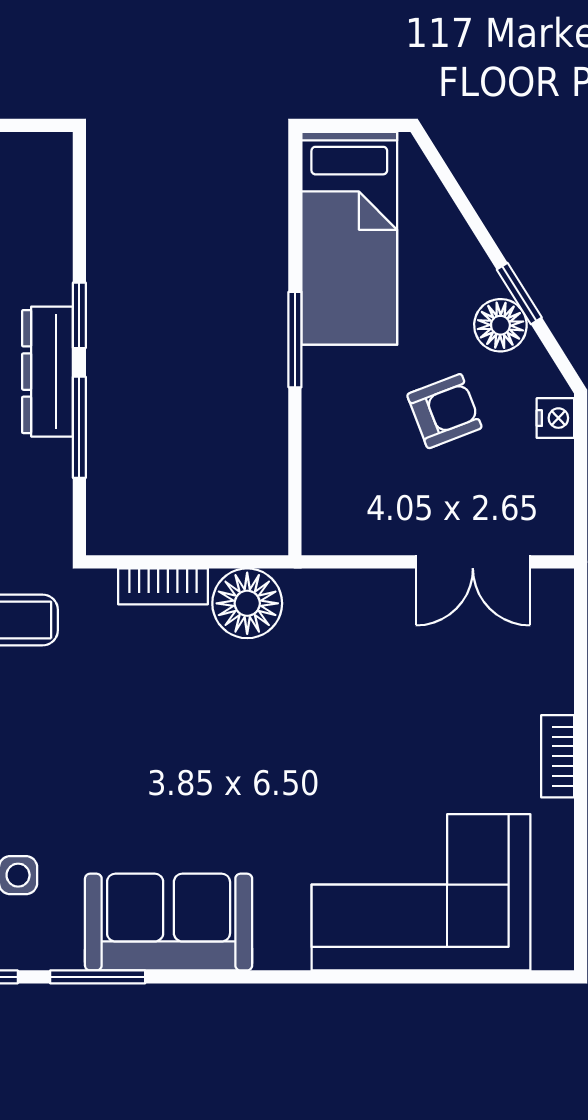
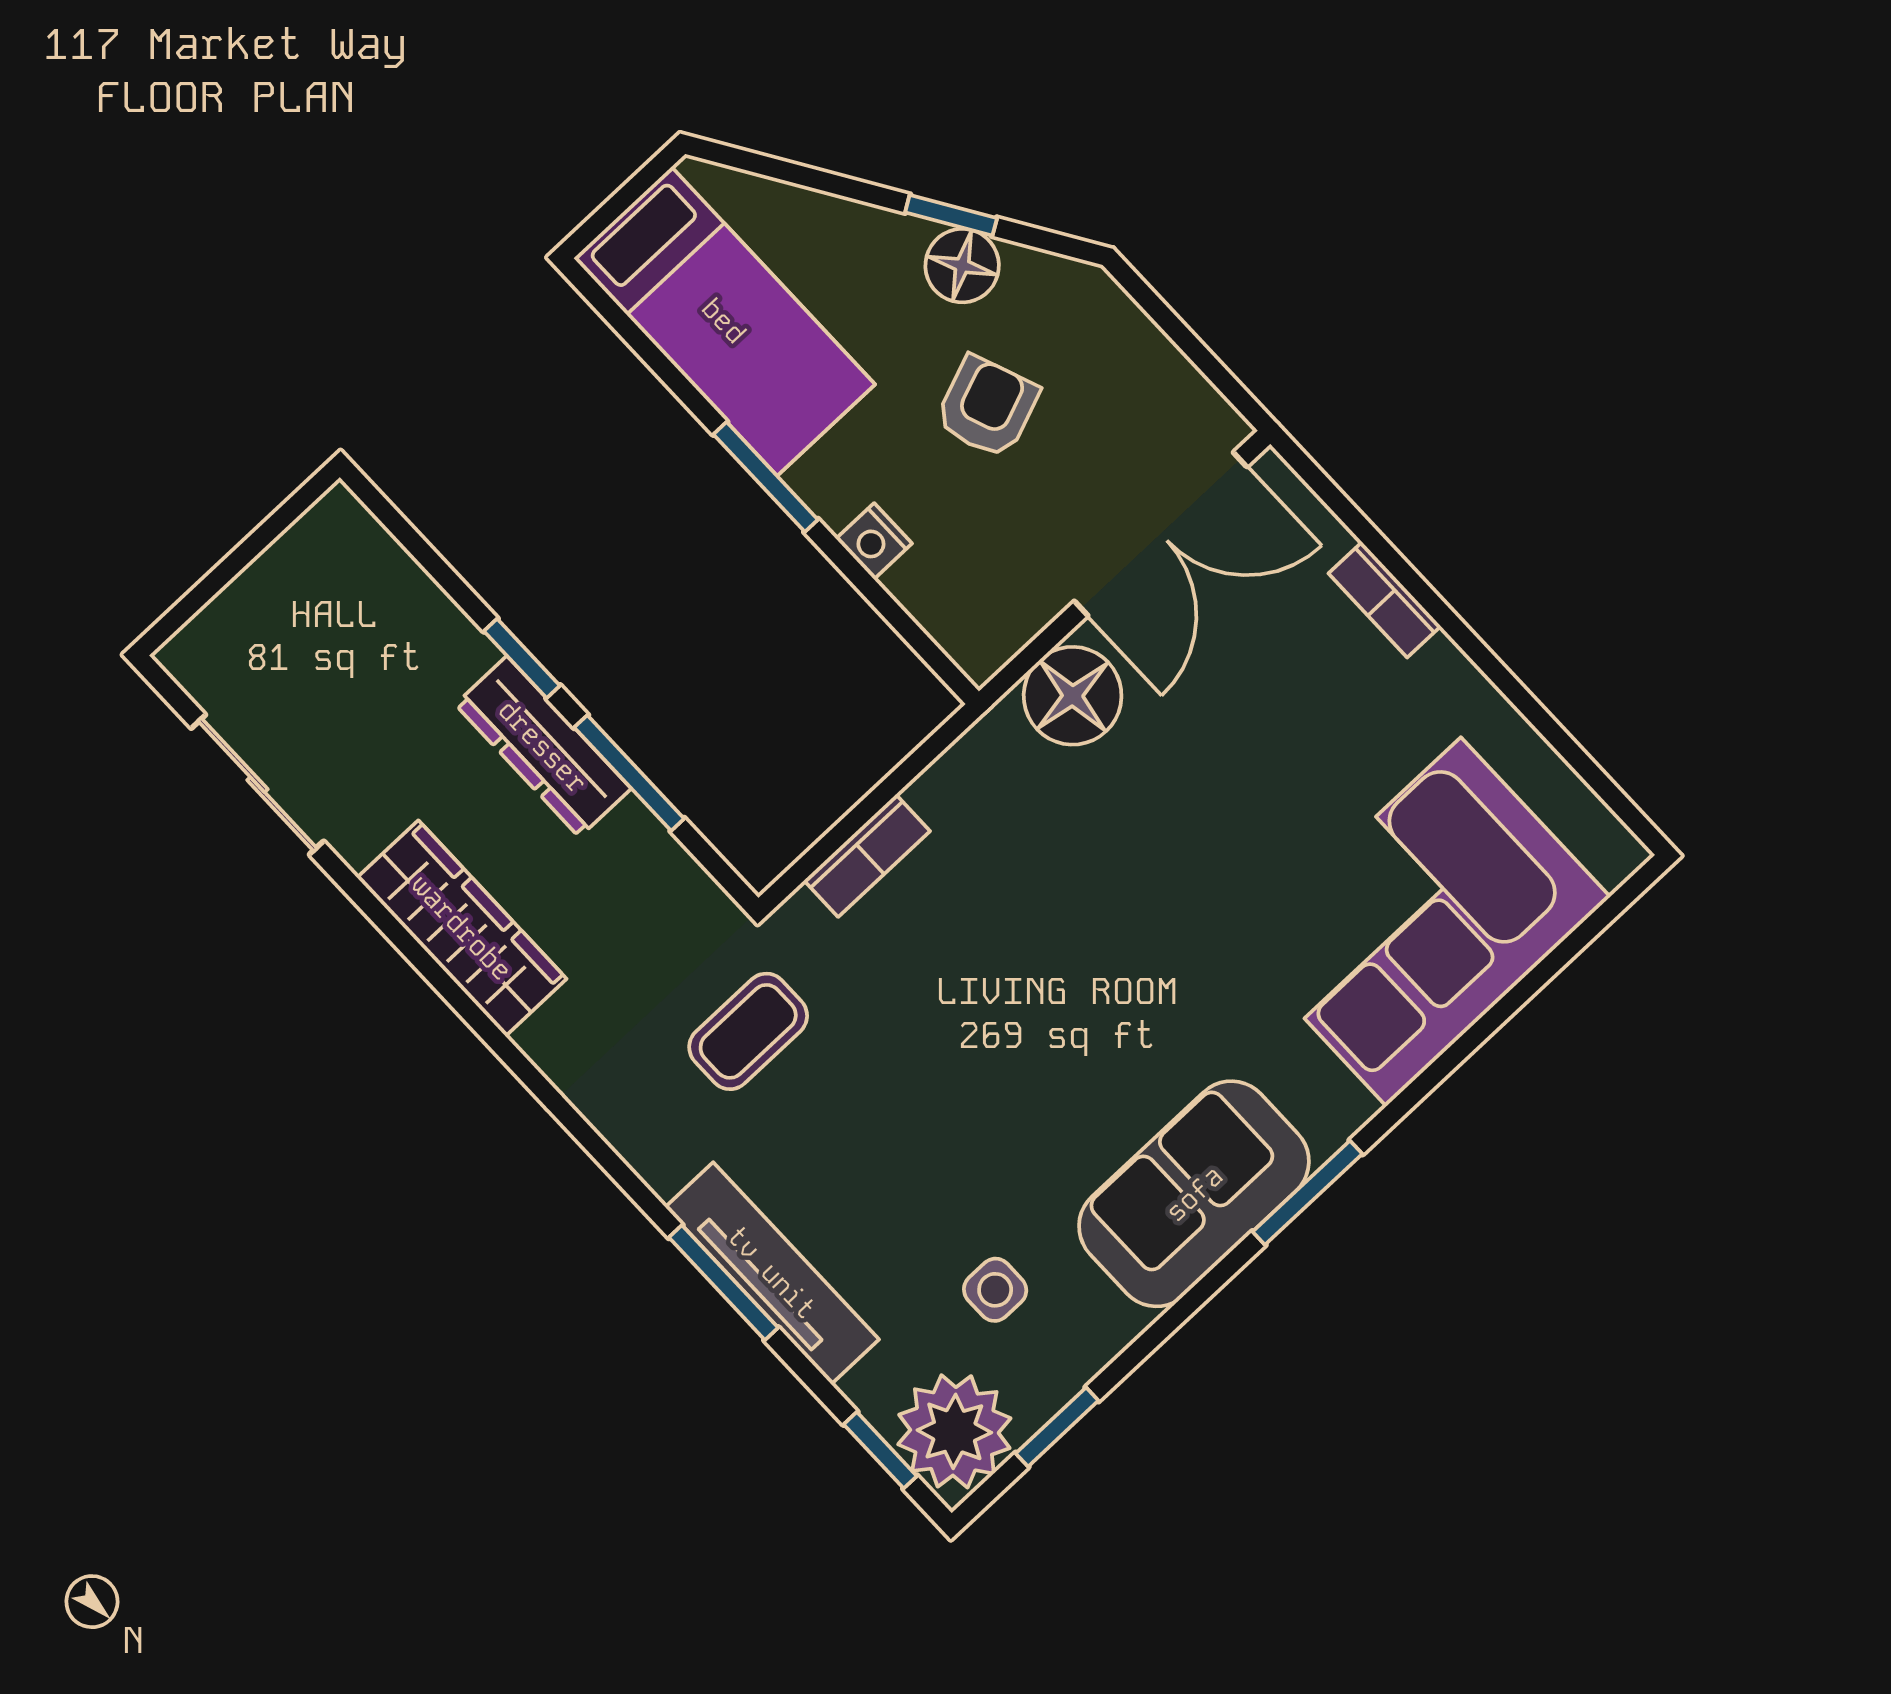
nightstand: (555, 418) -> (874, 541), moved, turned 180
double door: (473, 562) -> (1161, 534), width x1.37
floor lamp: (247, 603) -> (1073, 696), moved
bookcase: (558, 756) -> (1385, 600), moved
window: (98, 977) -> (1307, 1193), moved

